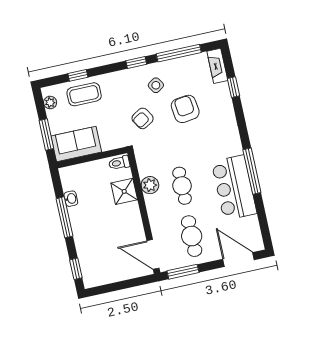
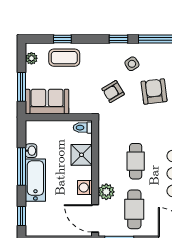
plant: (150, 185) -> (106, 192), moved
washing machine: (135, 225) -> (85, 187), added
bathtub: (82, 228) -> (35, 180), added

